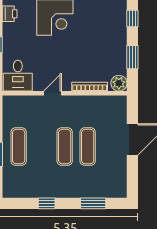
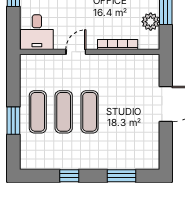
plant: (119, 83) -> (151, 22), moved
exercise mat: (88, 147) -> (64, 112), moved

